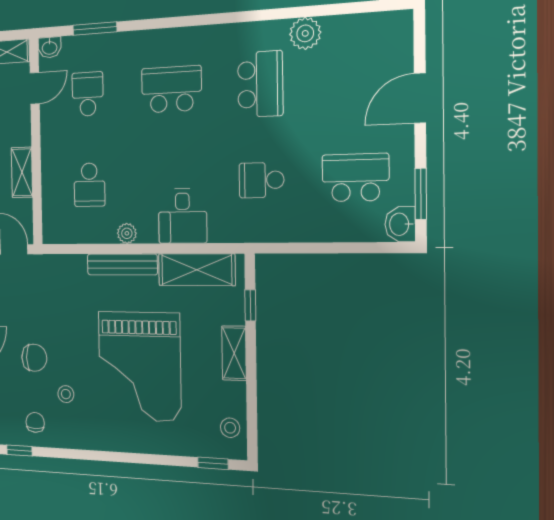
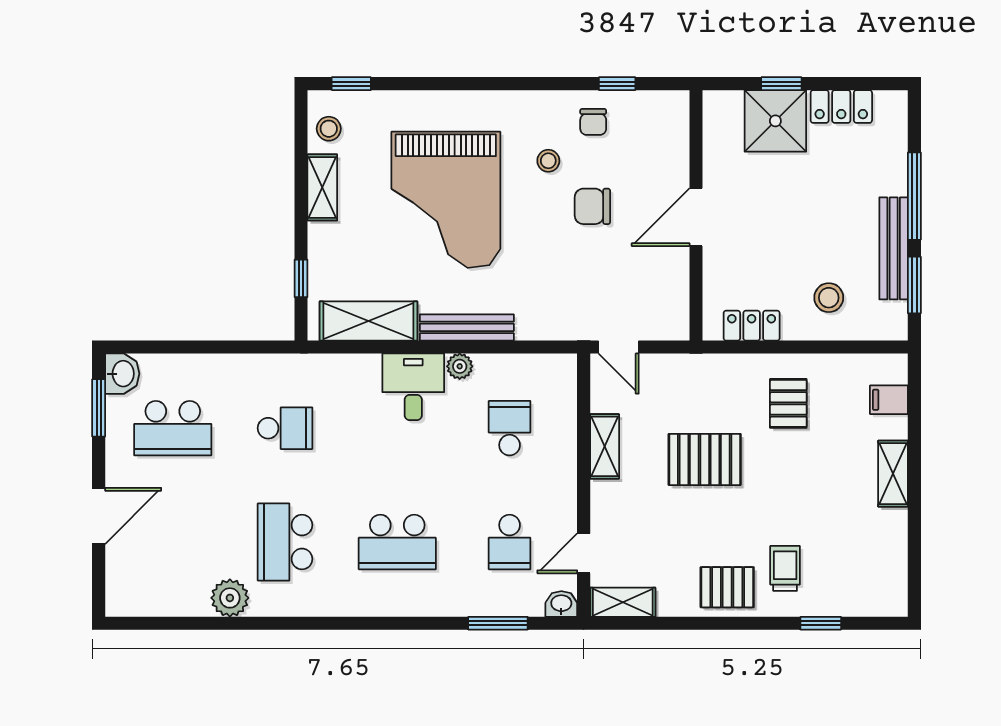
desk: (183, 216) -> (413, 387), moved
shelving: (234, 353) -> (322, 187), moved
grand piano: (140, 366) -> (446, 200), turned 180

